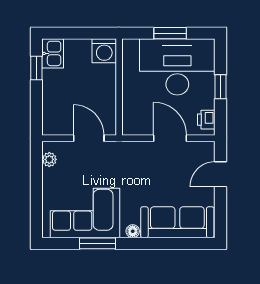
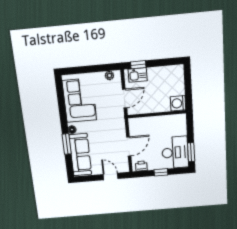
window: (170, 33) -> (191, 152), moved
kitchen sink: (53, 53) -> (138, 75), moved
desk: (177, 67) -> (175, 152), width x0.73, depth x0.77
window: (36, 68) -> (138, 65), moved
window: (98, 243) -> (67, 144), moved

